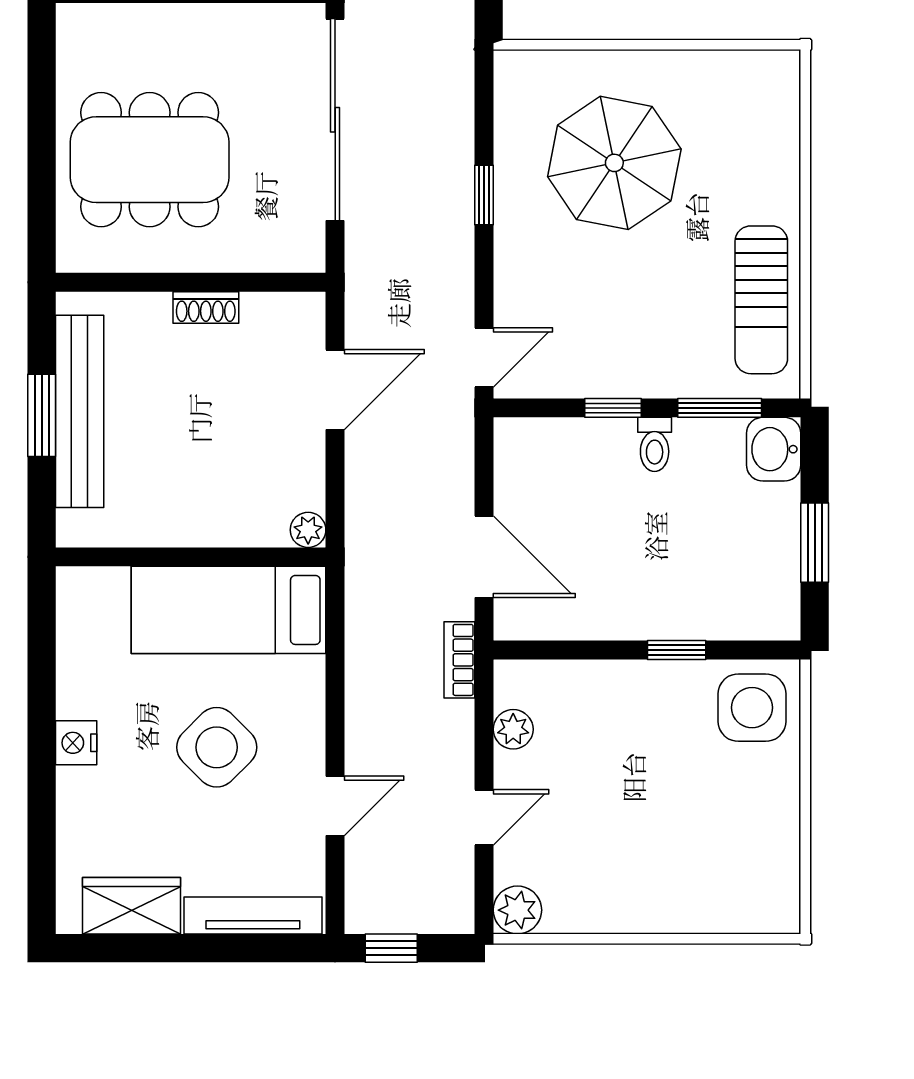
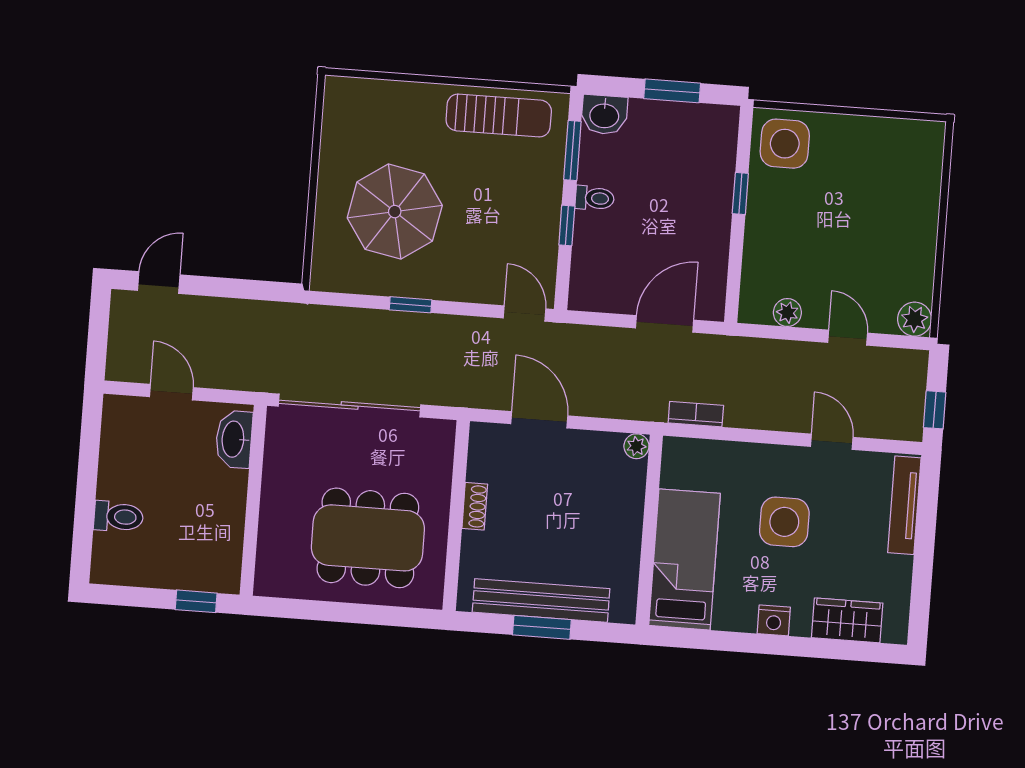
dining table: (150, 160) -> (368, 538), turned 90
bed: (229, 610) -> (684, 559), moved, turned 180
bookcase: (459, 660) -> (696, 414), moved, turned 180
side table: (217, 747) -> (784, 522), turned 45
wardrobe: (131, 906) -> (847, 620), moved, turned 90

